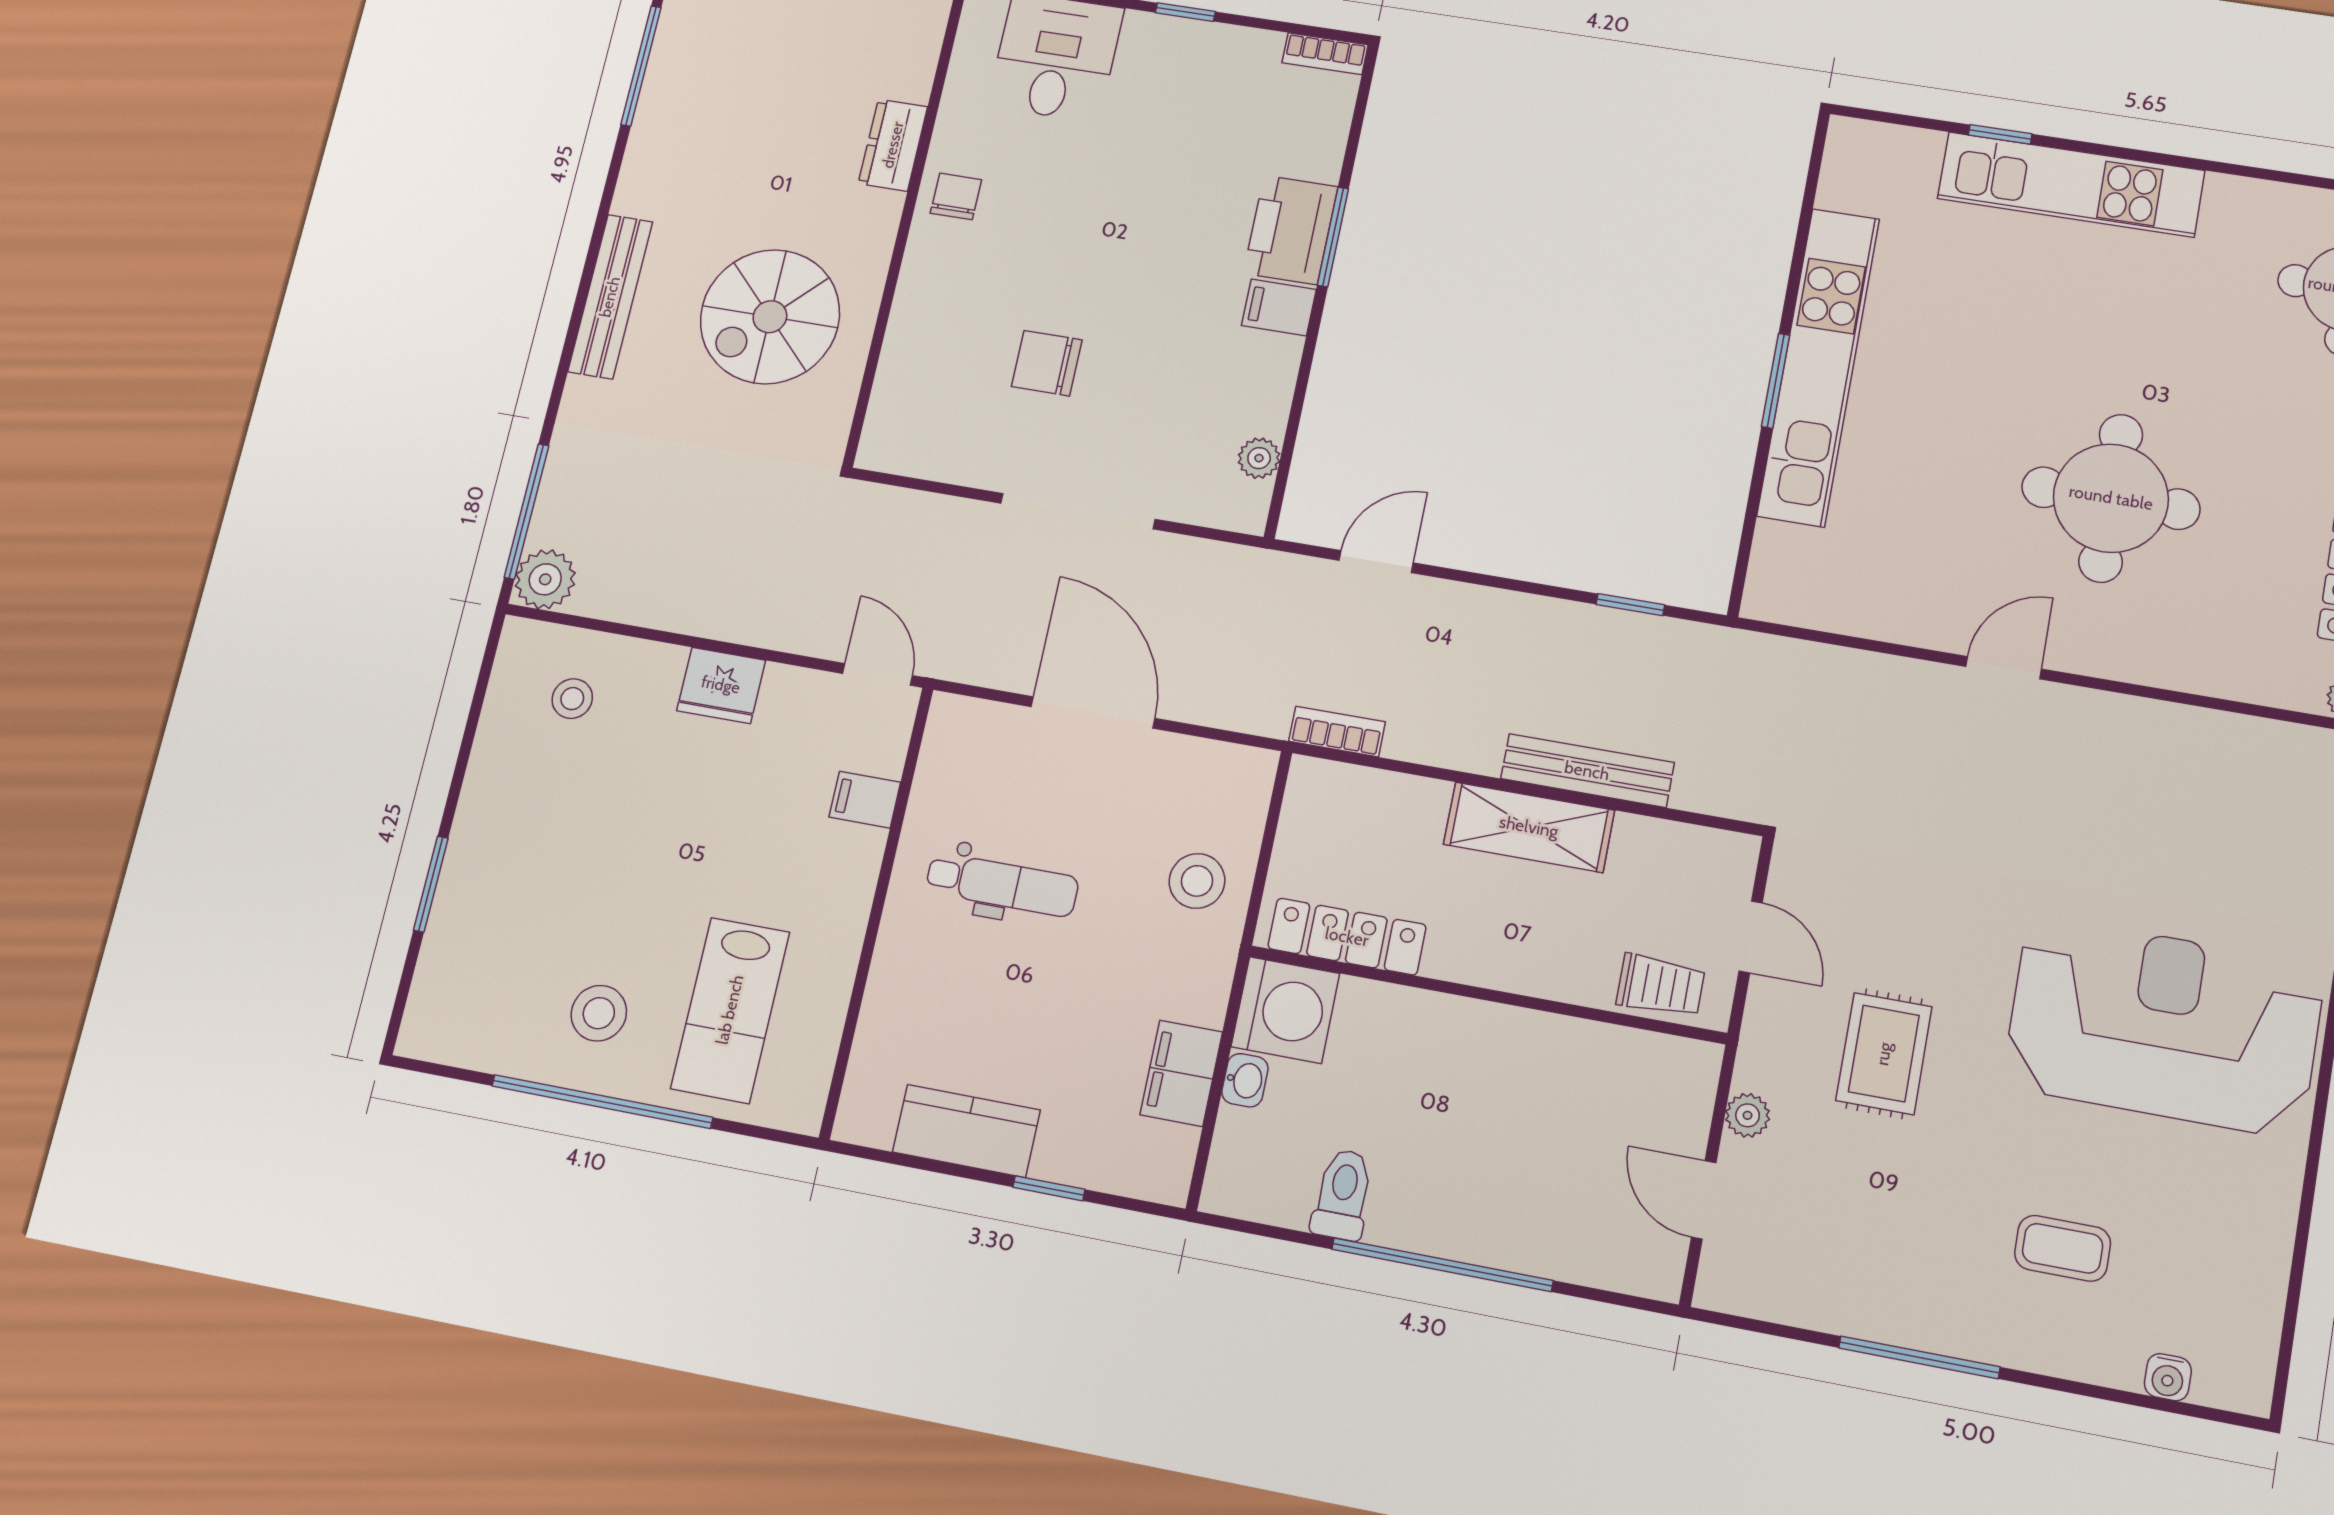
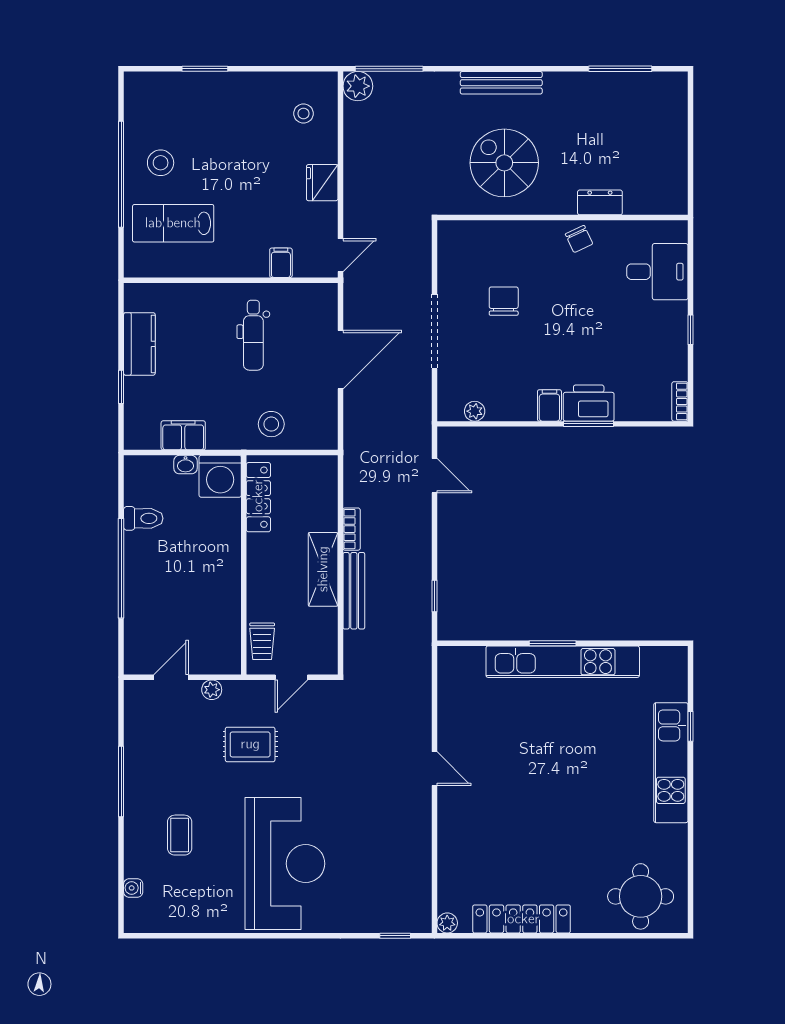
chair: (956, 196) -> (579, 239), turned 65
round table: (2111, 498) -> (522, 804), removed
bookcase: (1337, 732) -> (352, 529), moved

